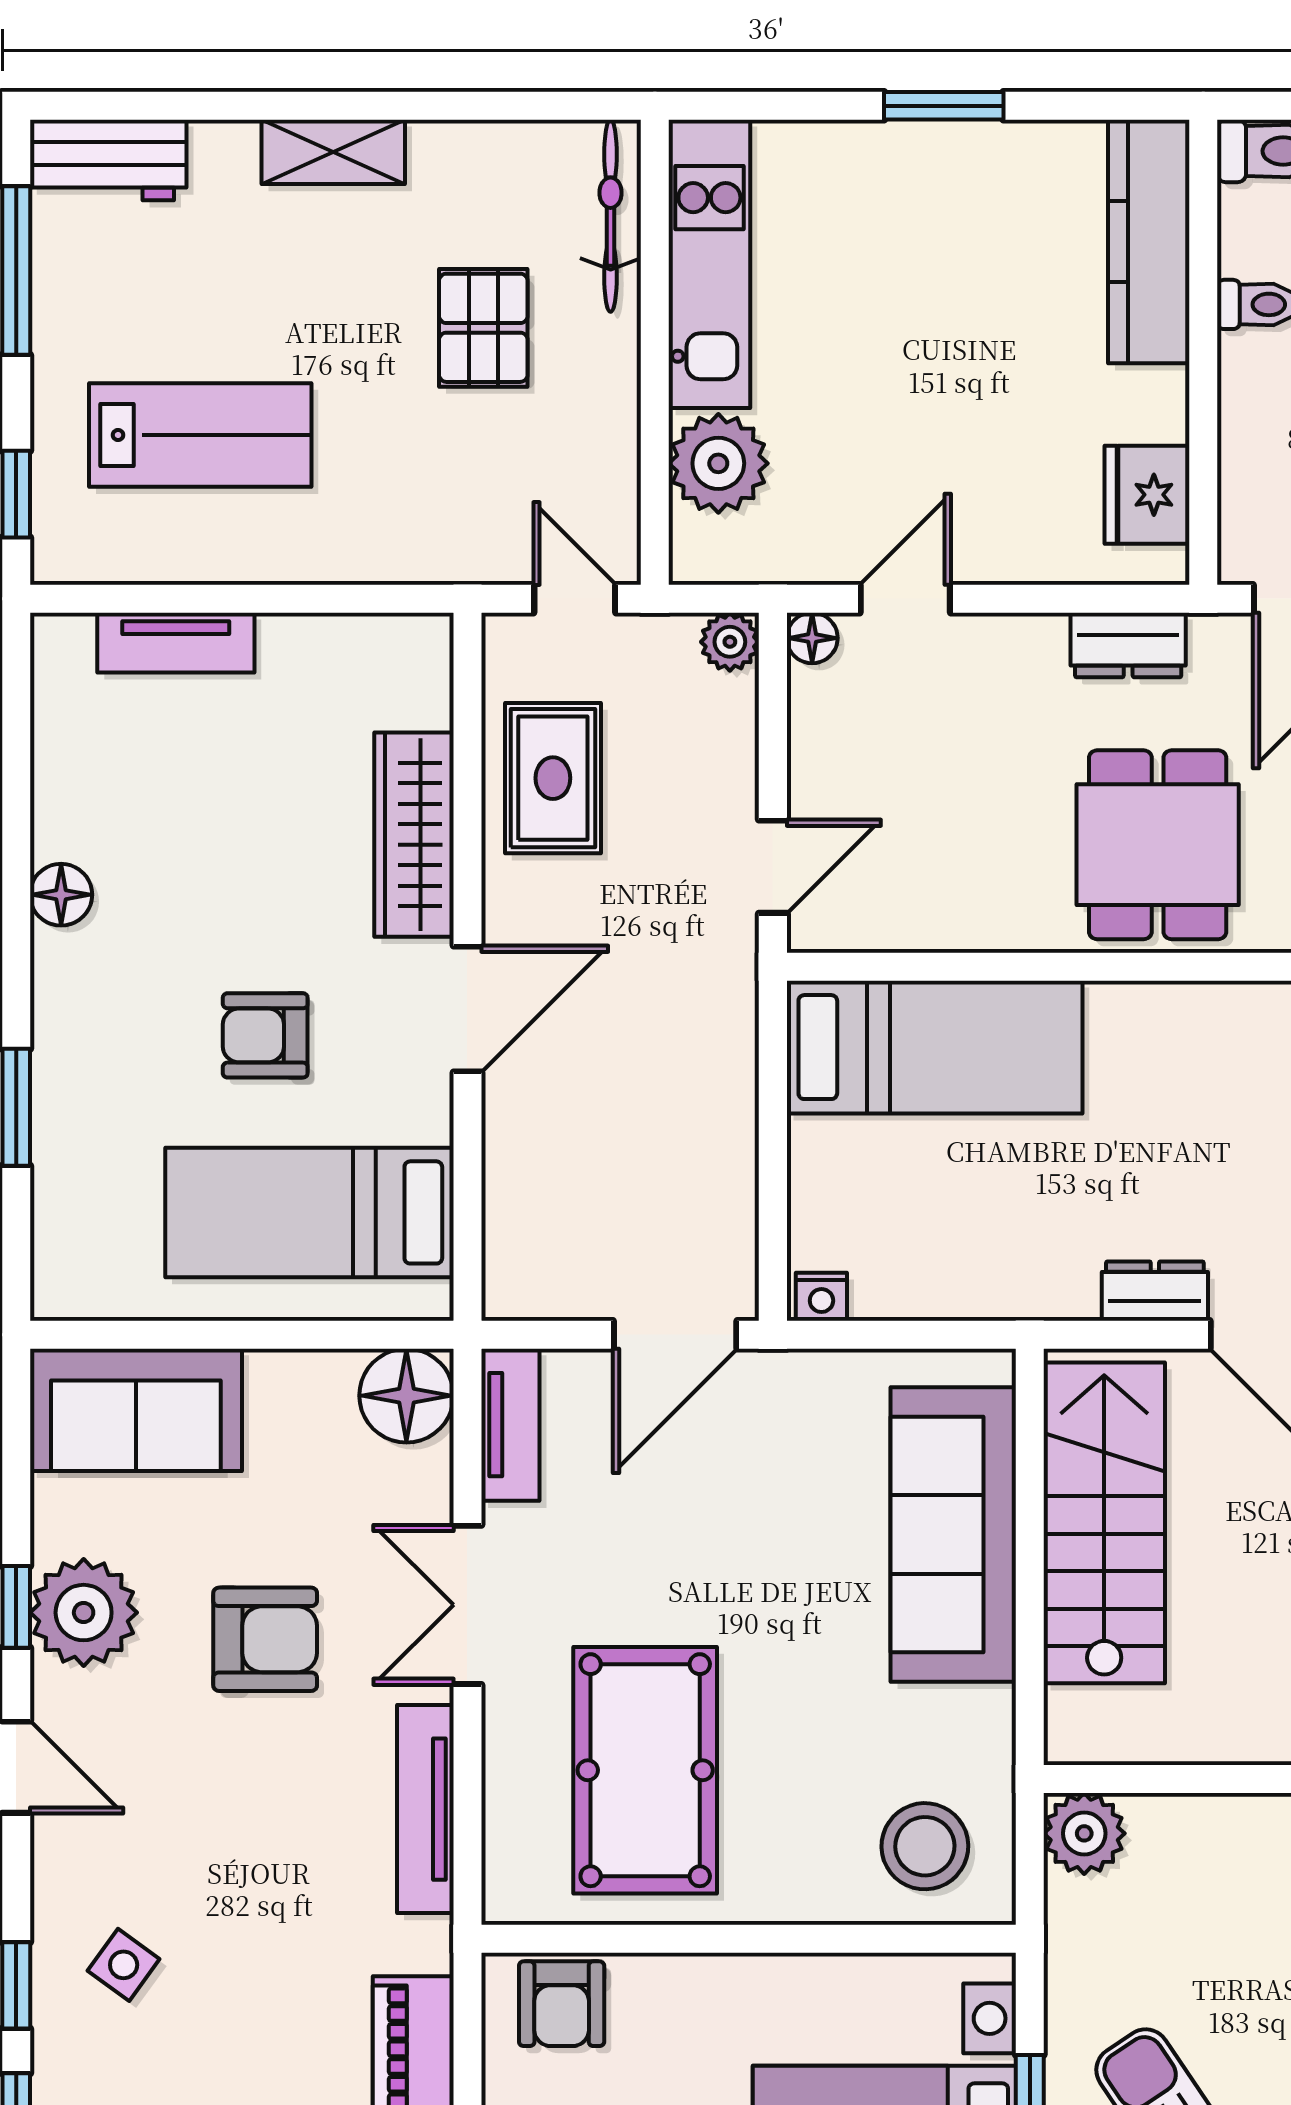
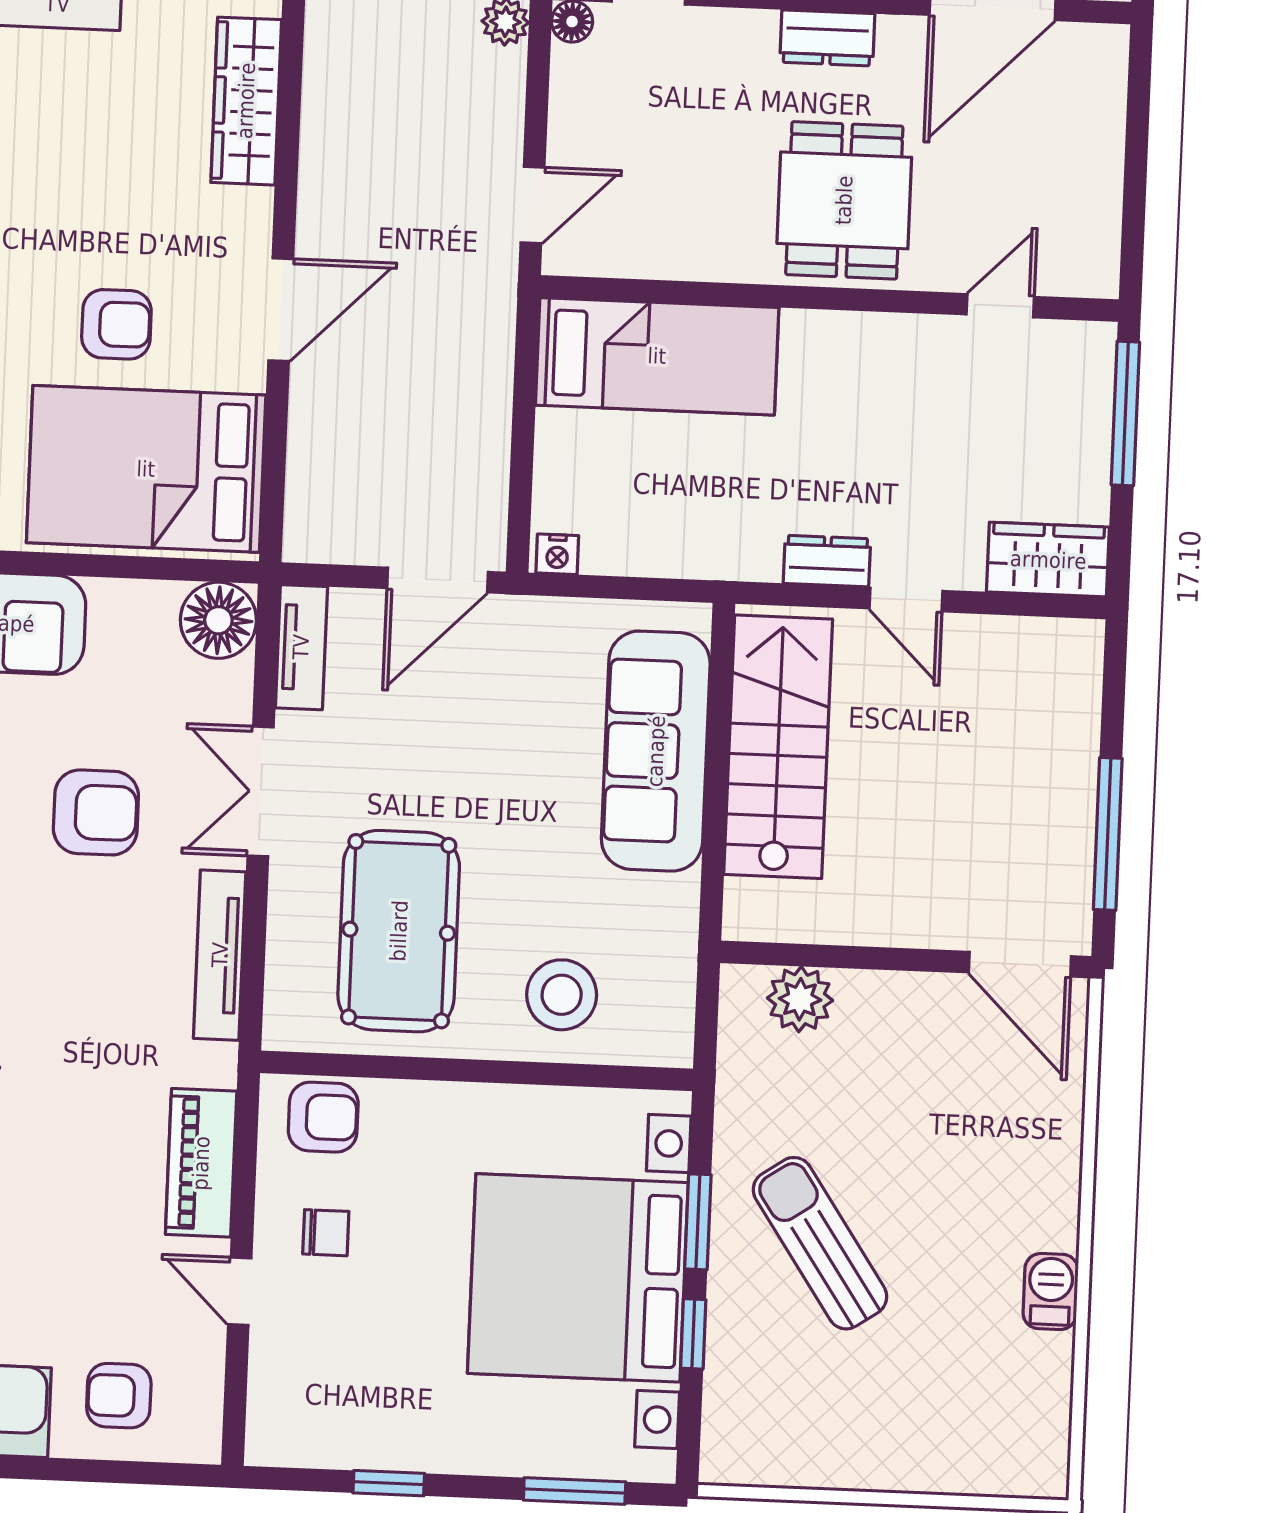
rug: (553, 778) -> (358, 126), removed
wardrobe: (414, 835) -> (246, 101), moved
armchair: (265, 1035) -> (116, 324), turned 180
bed: (309, 1212) -> (146, 469), width x1.50
plant: (1084, 1833) -> (800, 999), moved
stool: (925, 1846) -> (562, 995), moved
armchair: (562, 2004) -> (323, 1117), turned -90

